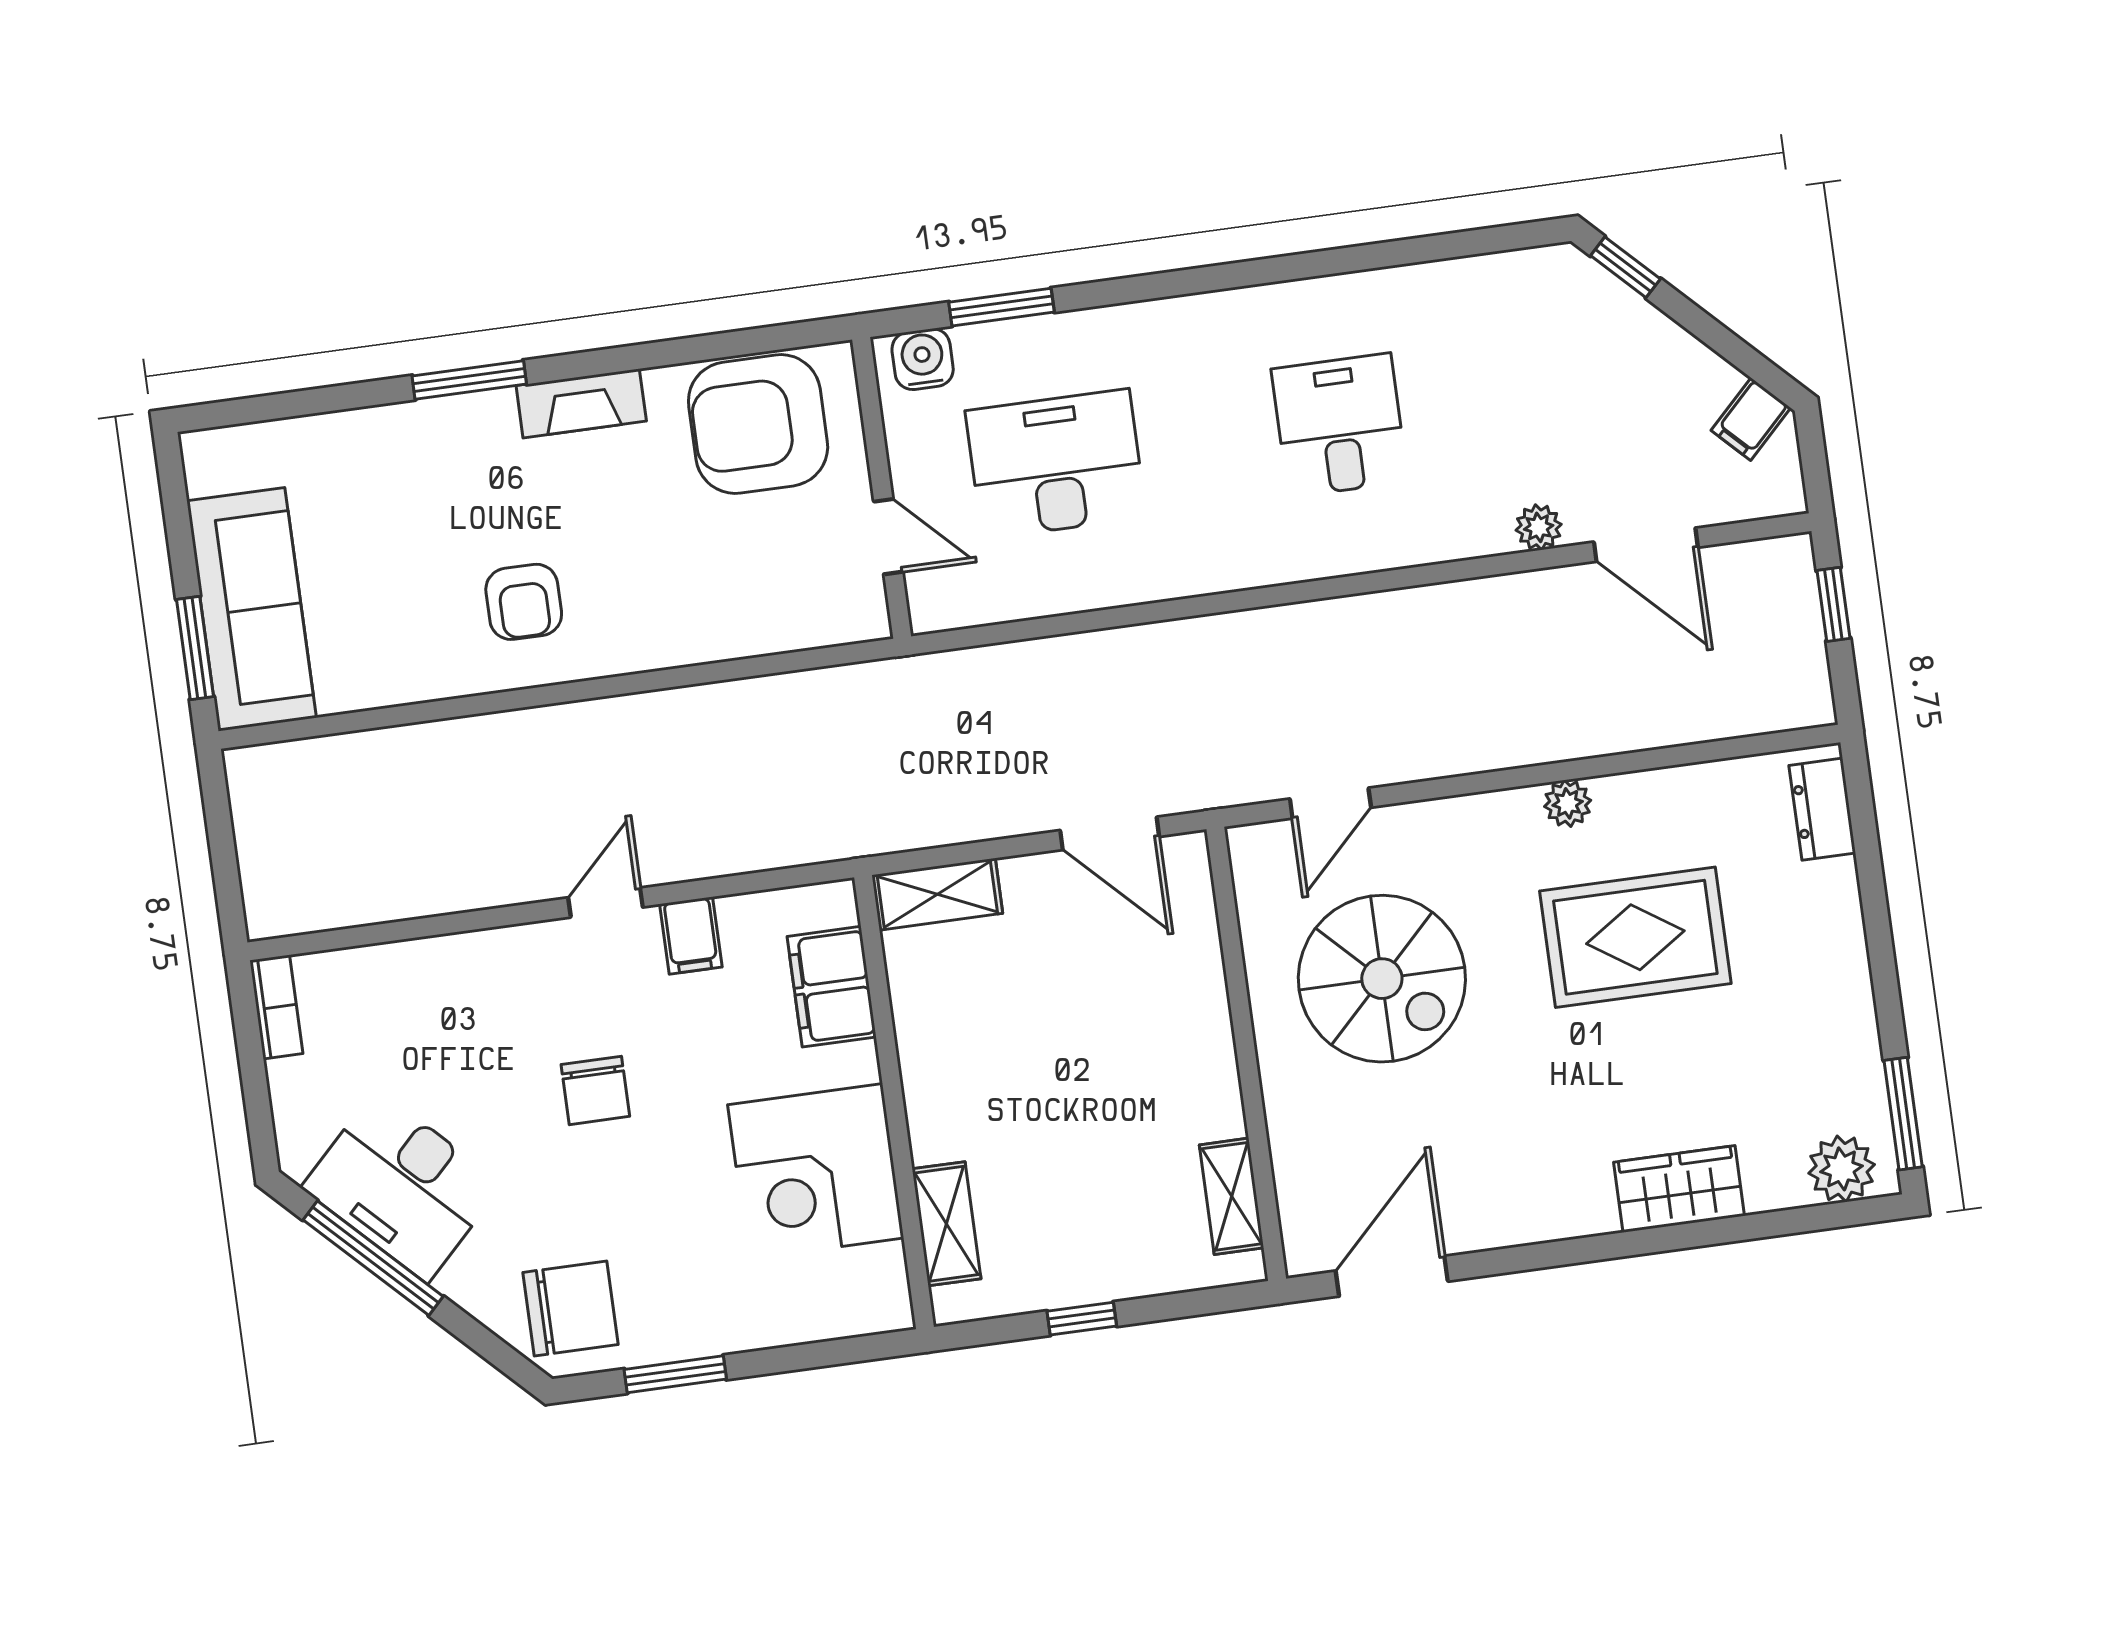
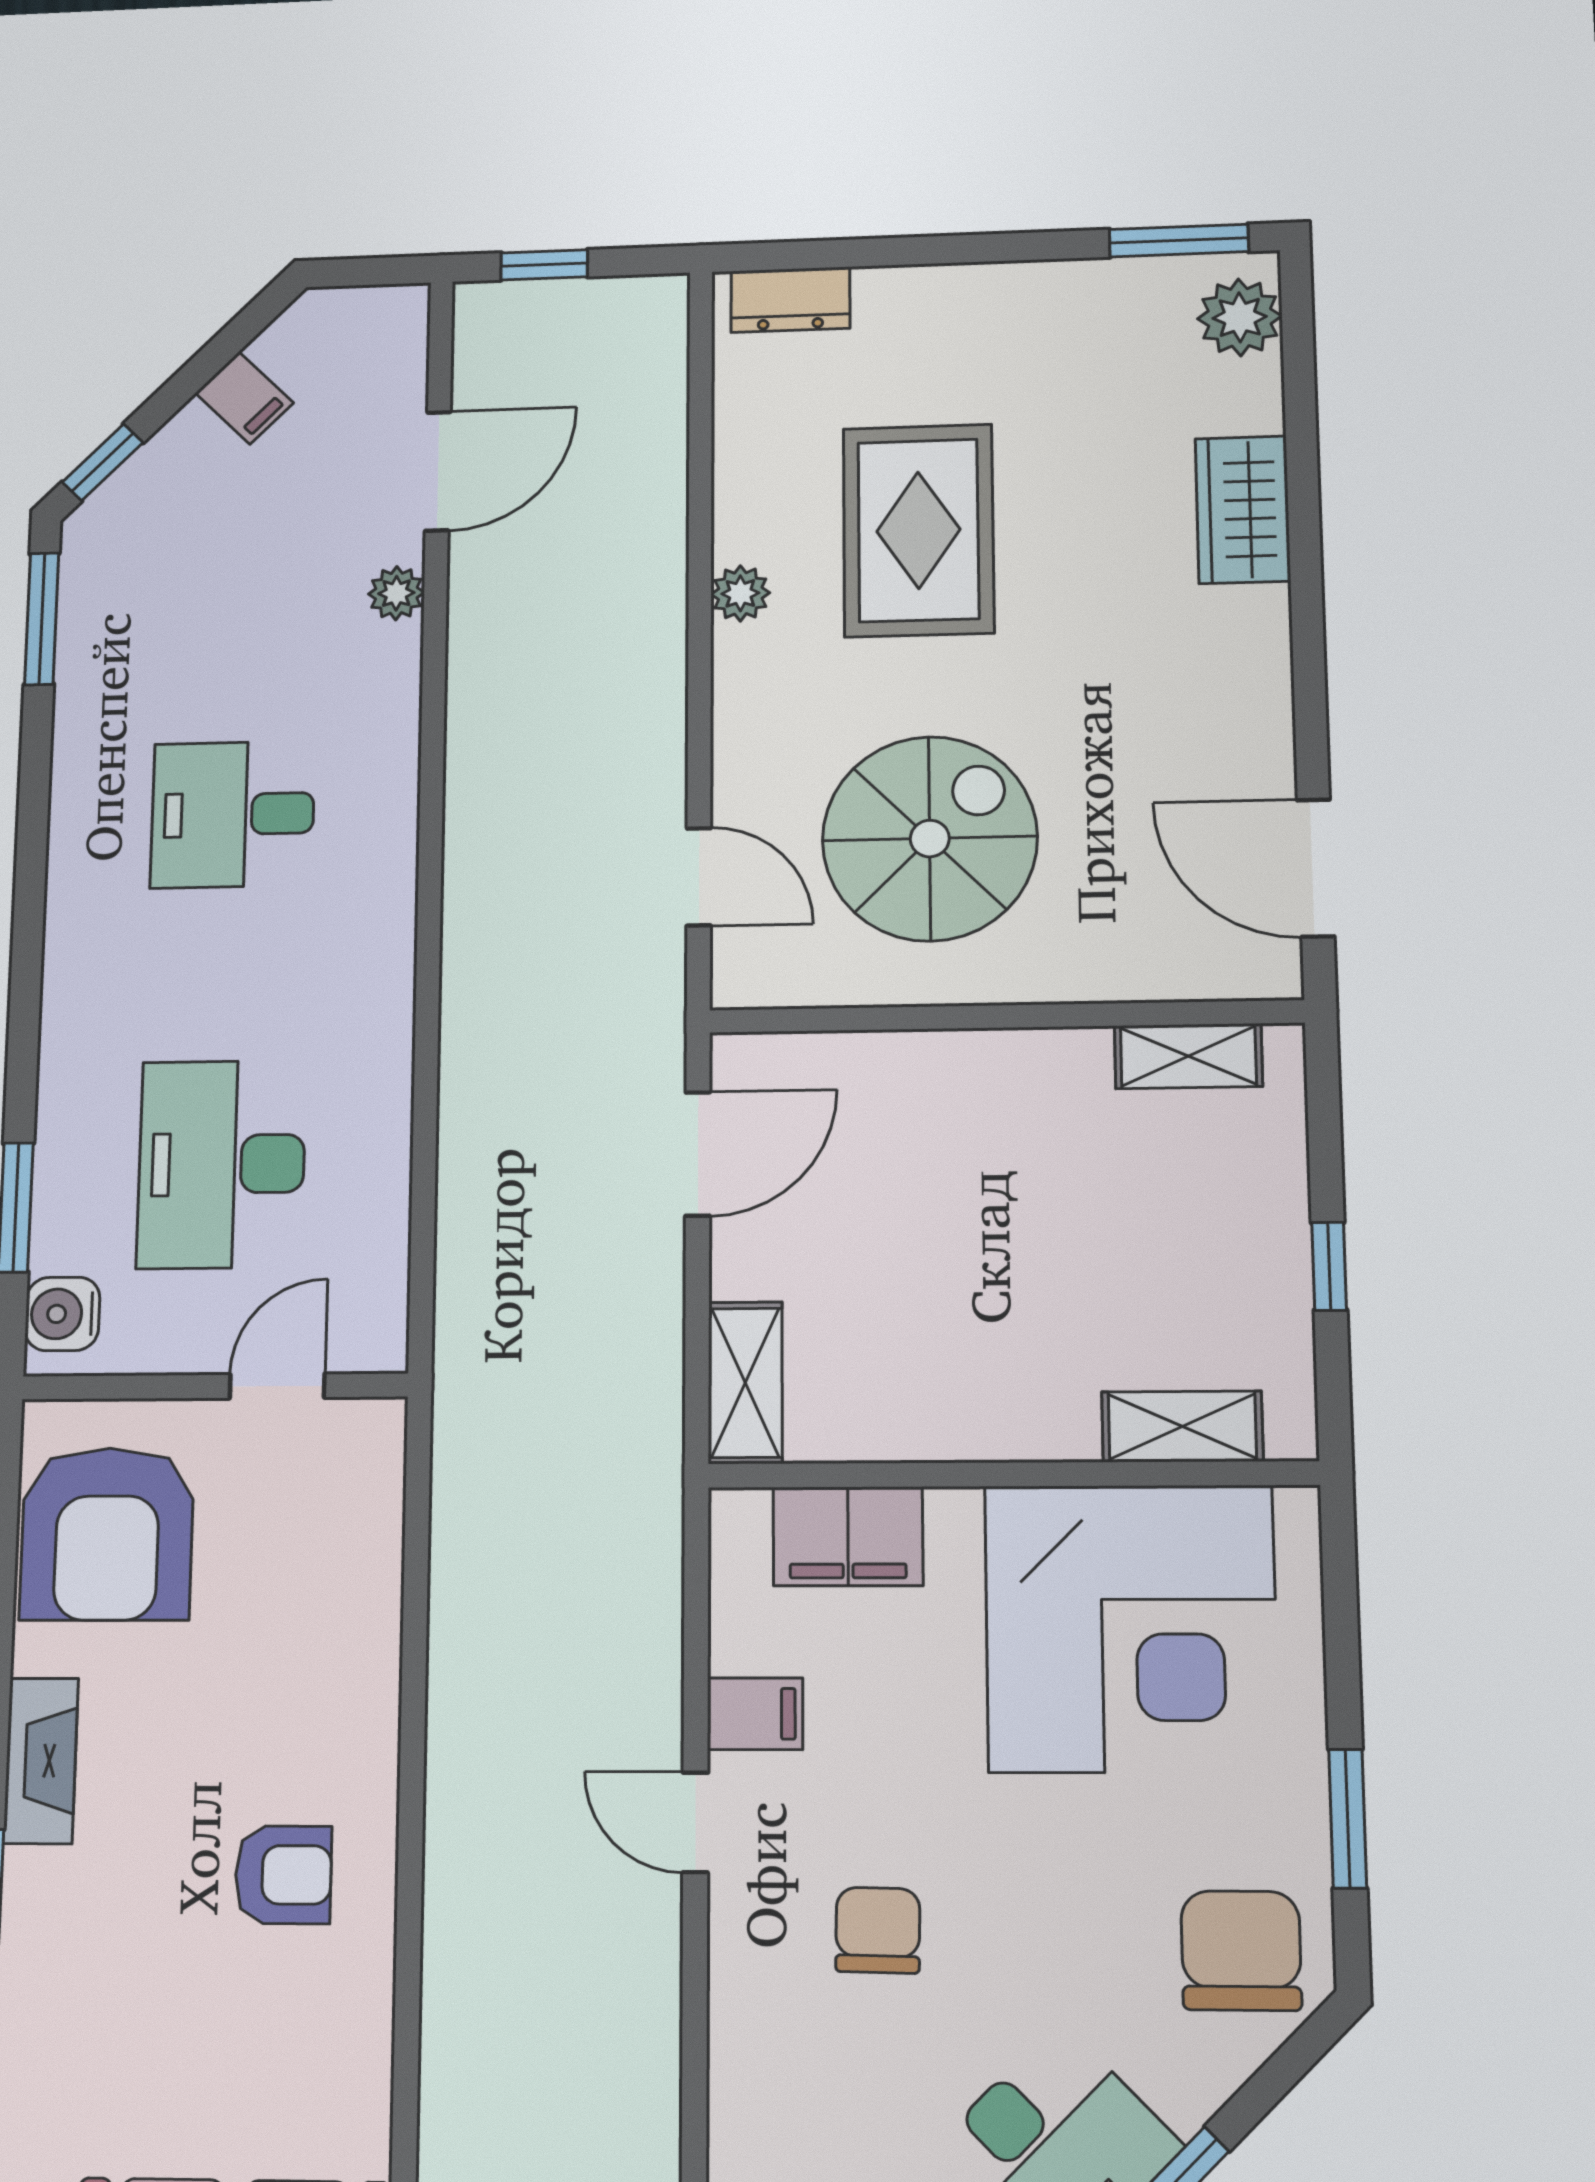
window: (1486, 241) -> (42, 619), added
filing cabinet: (1751, 419) -> (244, 398), moved
chair: (595, 1090) -> (878, 1930), moved, turned -89
corner desk: (816, 1171) -> (1131, 1628), width x1.36, depth x1.36

